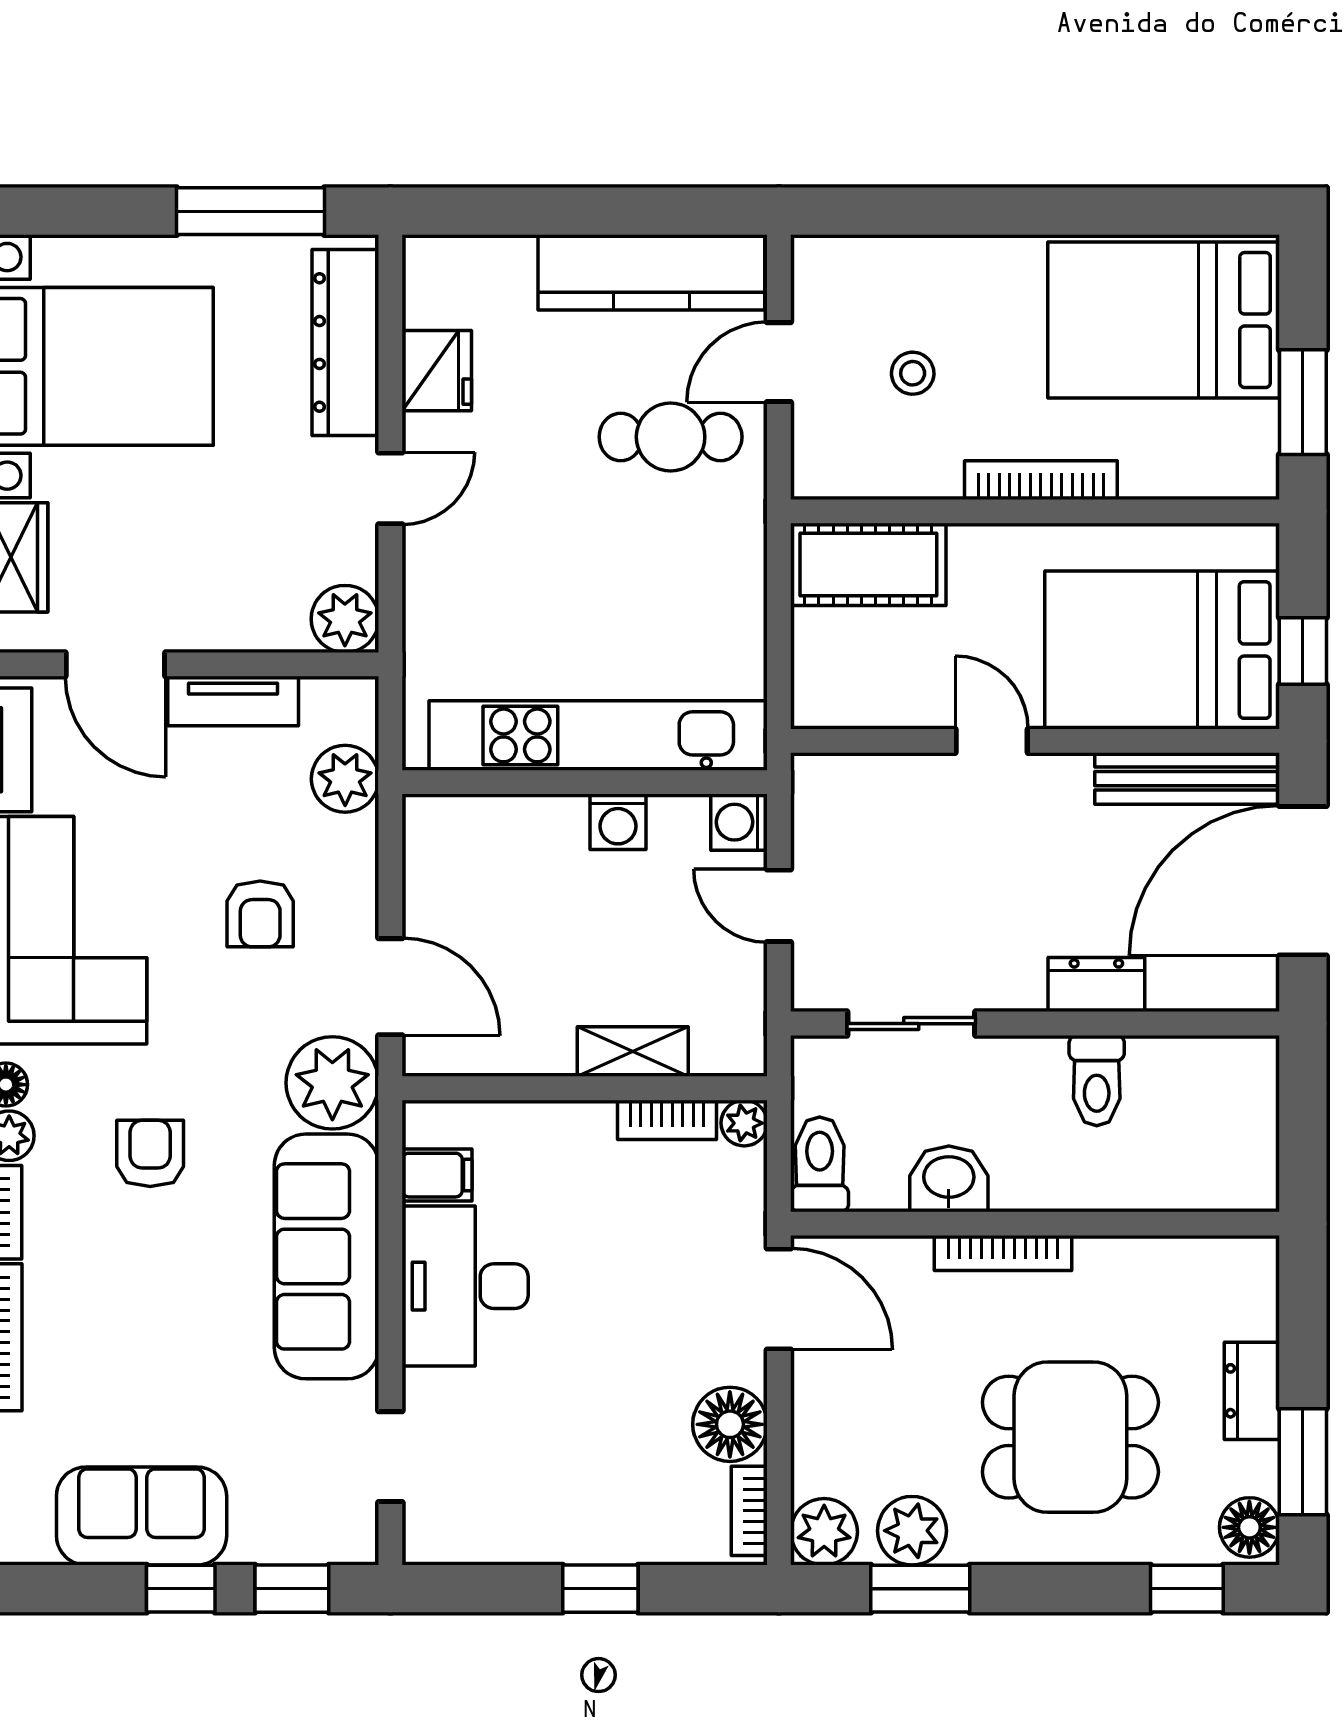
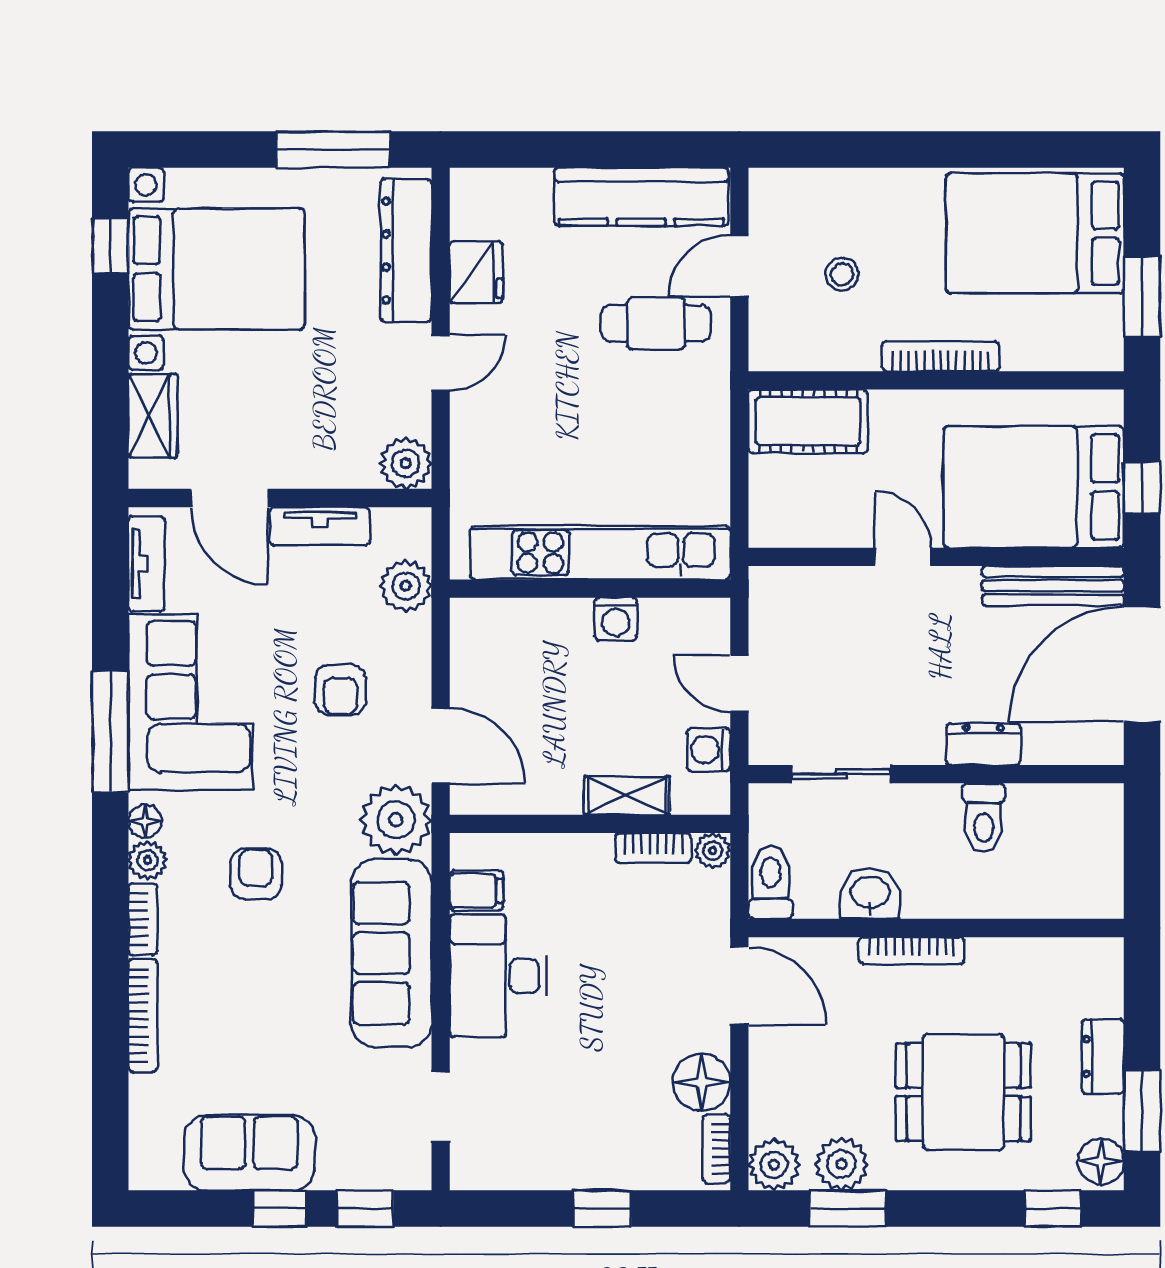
washing machine: (739, 822) -> (709, 750), moved

